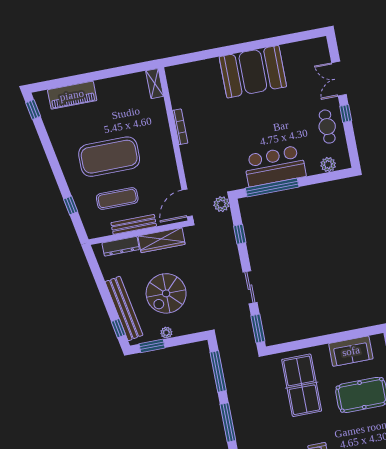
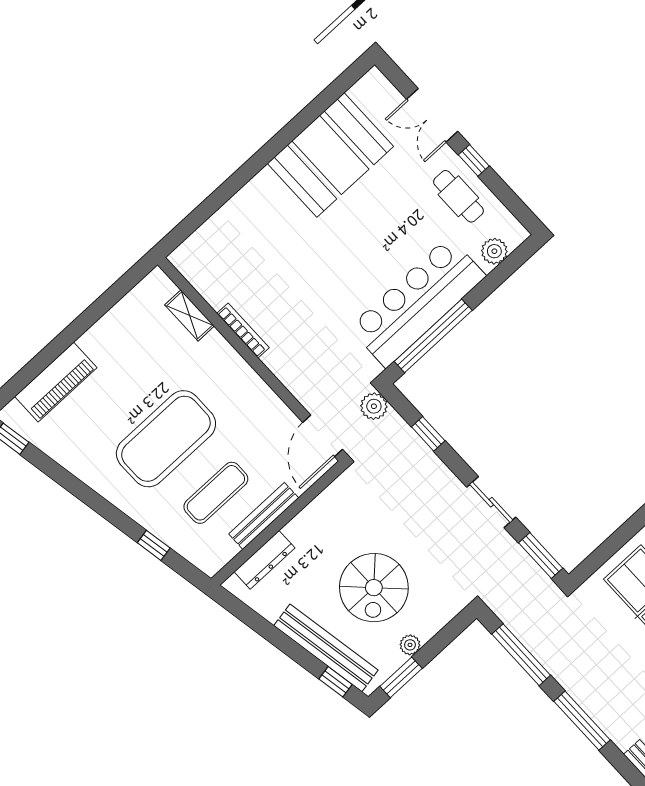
booth: (253, 72) -> (330, 155), moved
shelving: (155, 84) -> (190, 315), moved
bar counter: (275, 166) -> (417, 302), width x1.36
wardrobe: (161, 240) -> (319, 514), removed

